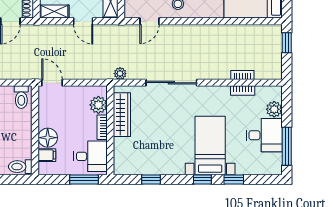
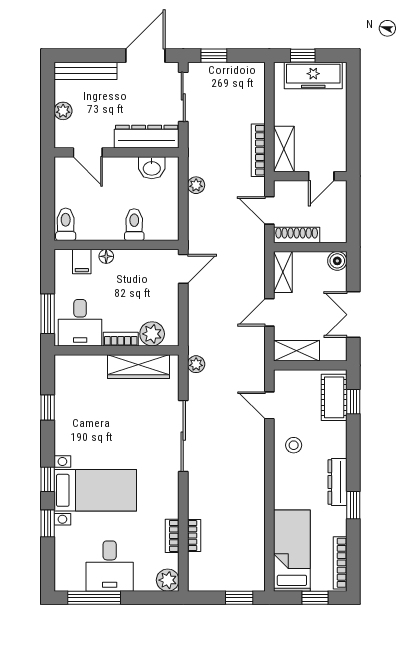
toilet: (21, 97) -> (134, 225), moved, turned 90
plant: (274, 109) -> (168, 580), moved
floor lamp: (48, 138) -> (106, 256), width x0.53, depth x0.53

